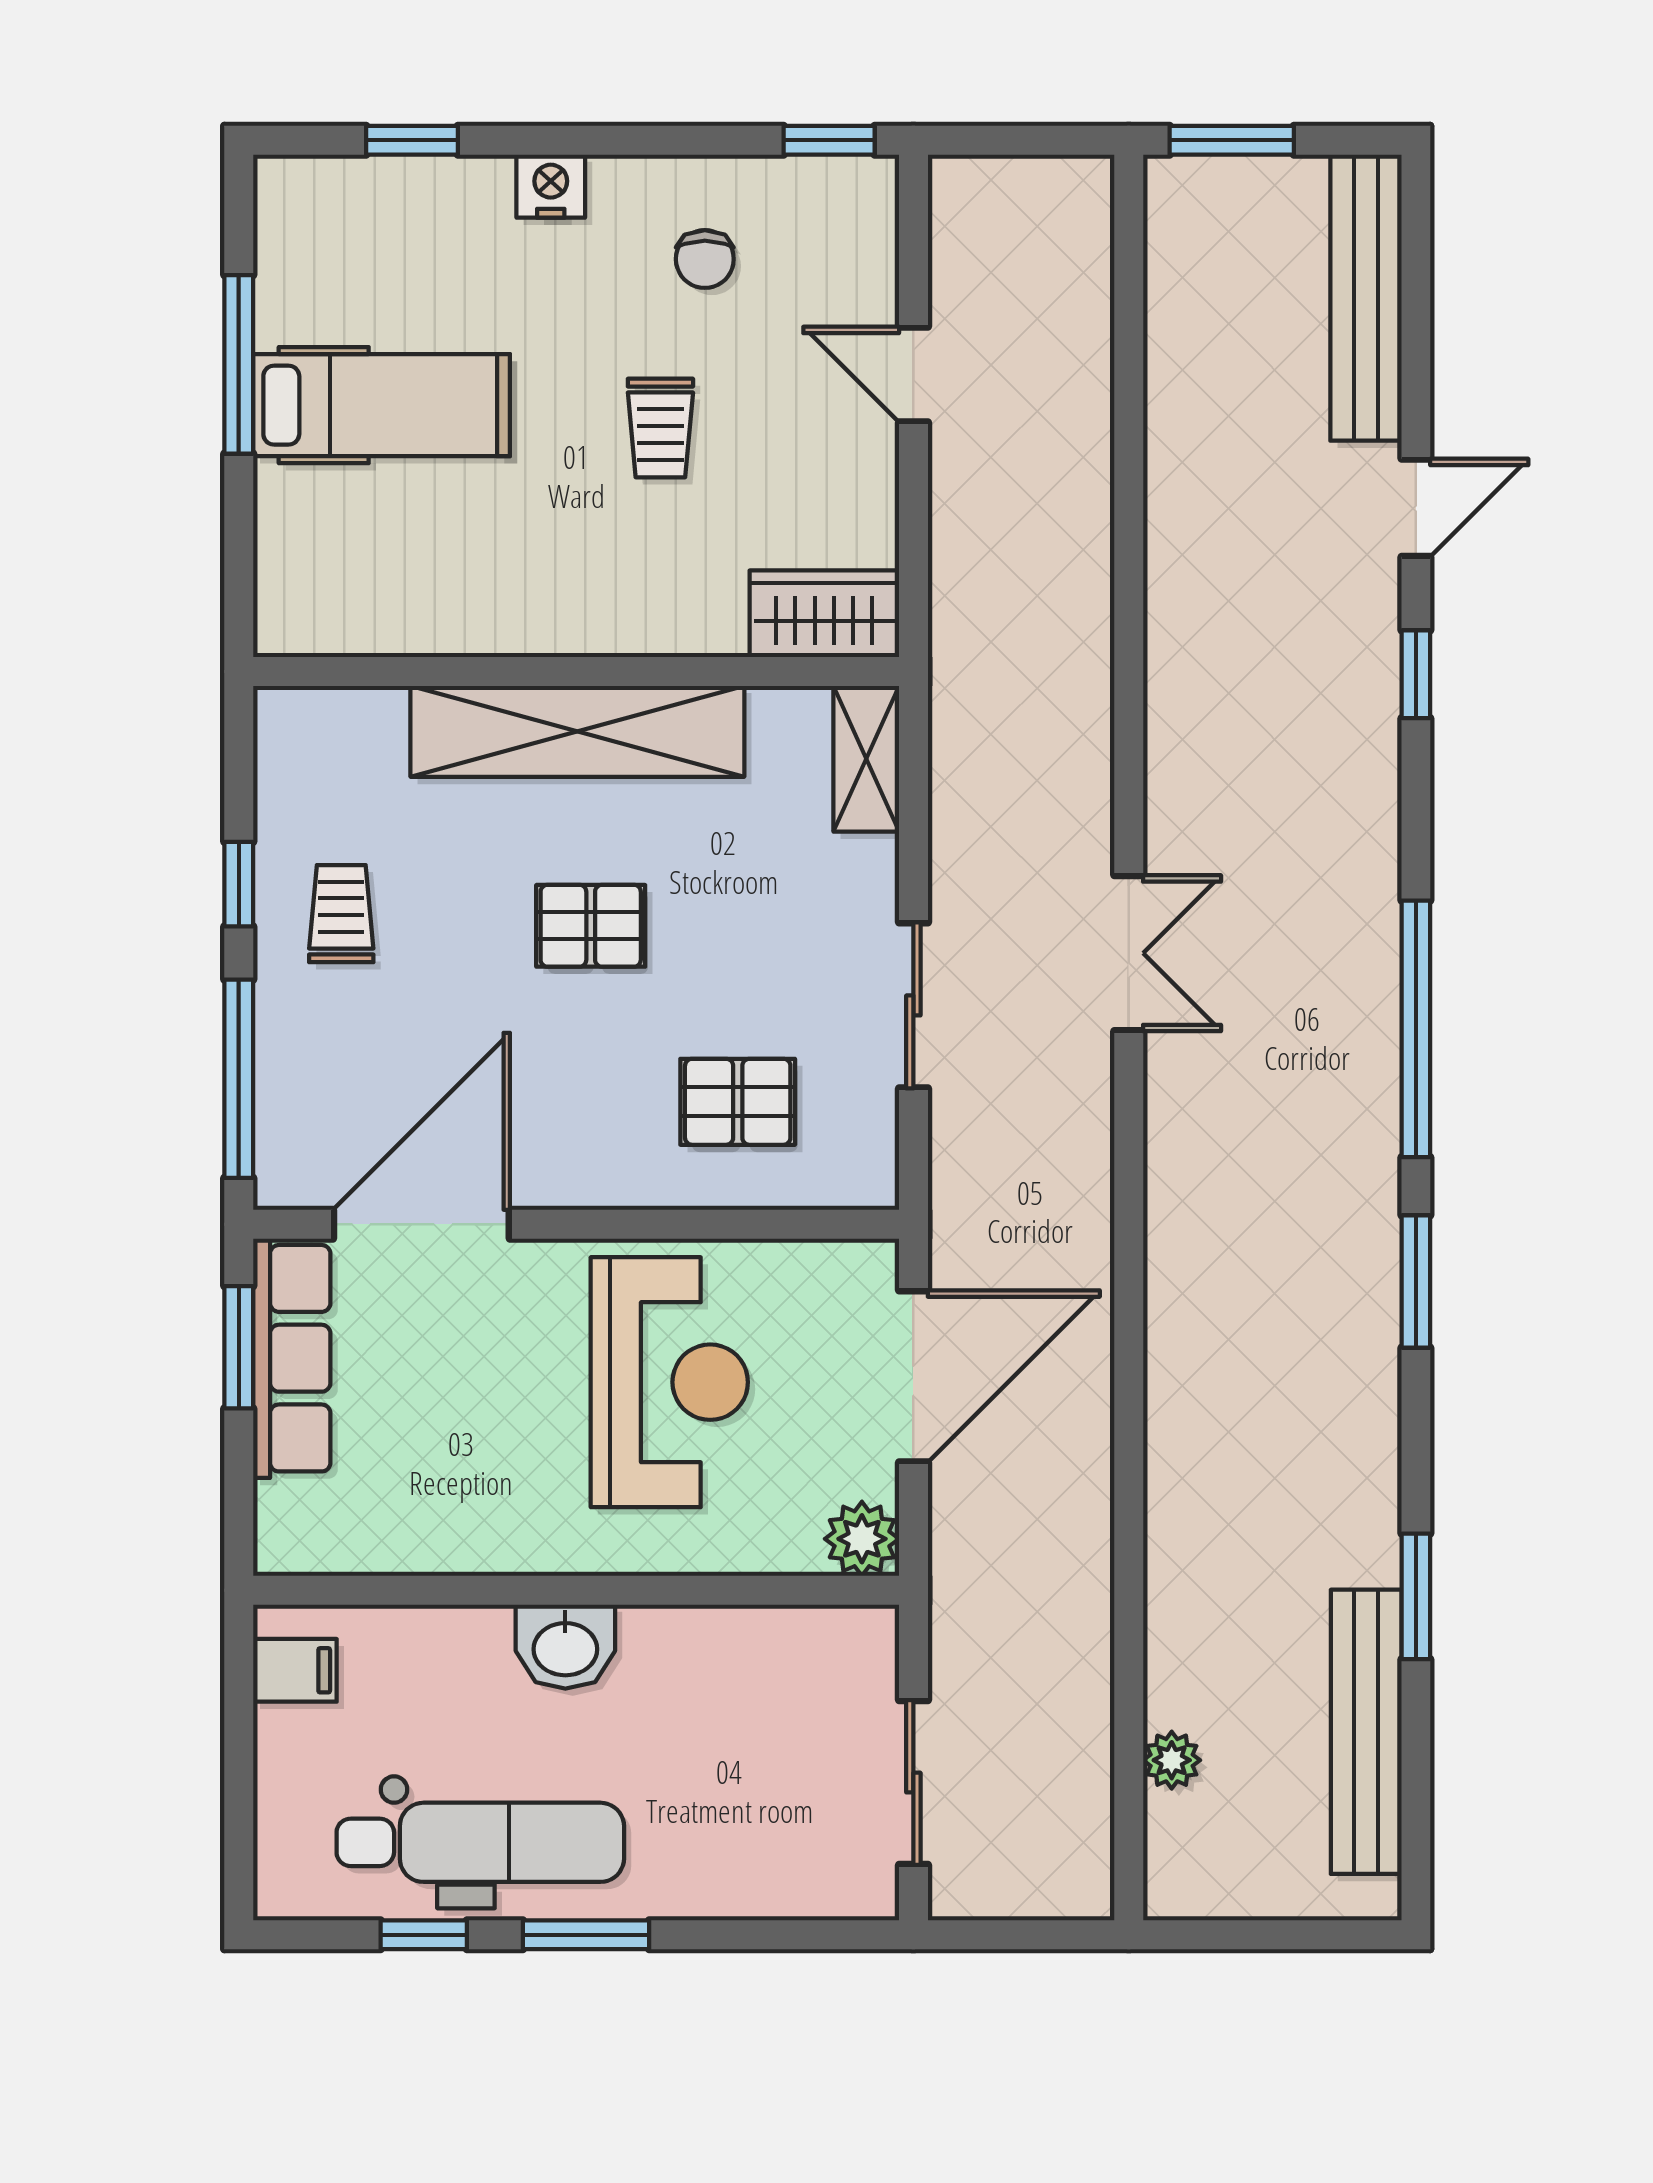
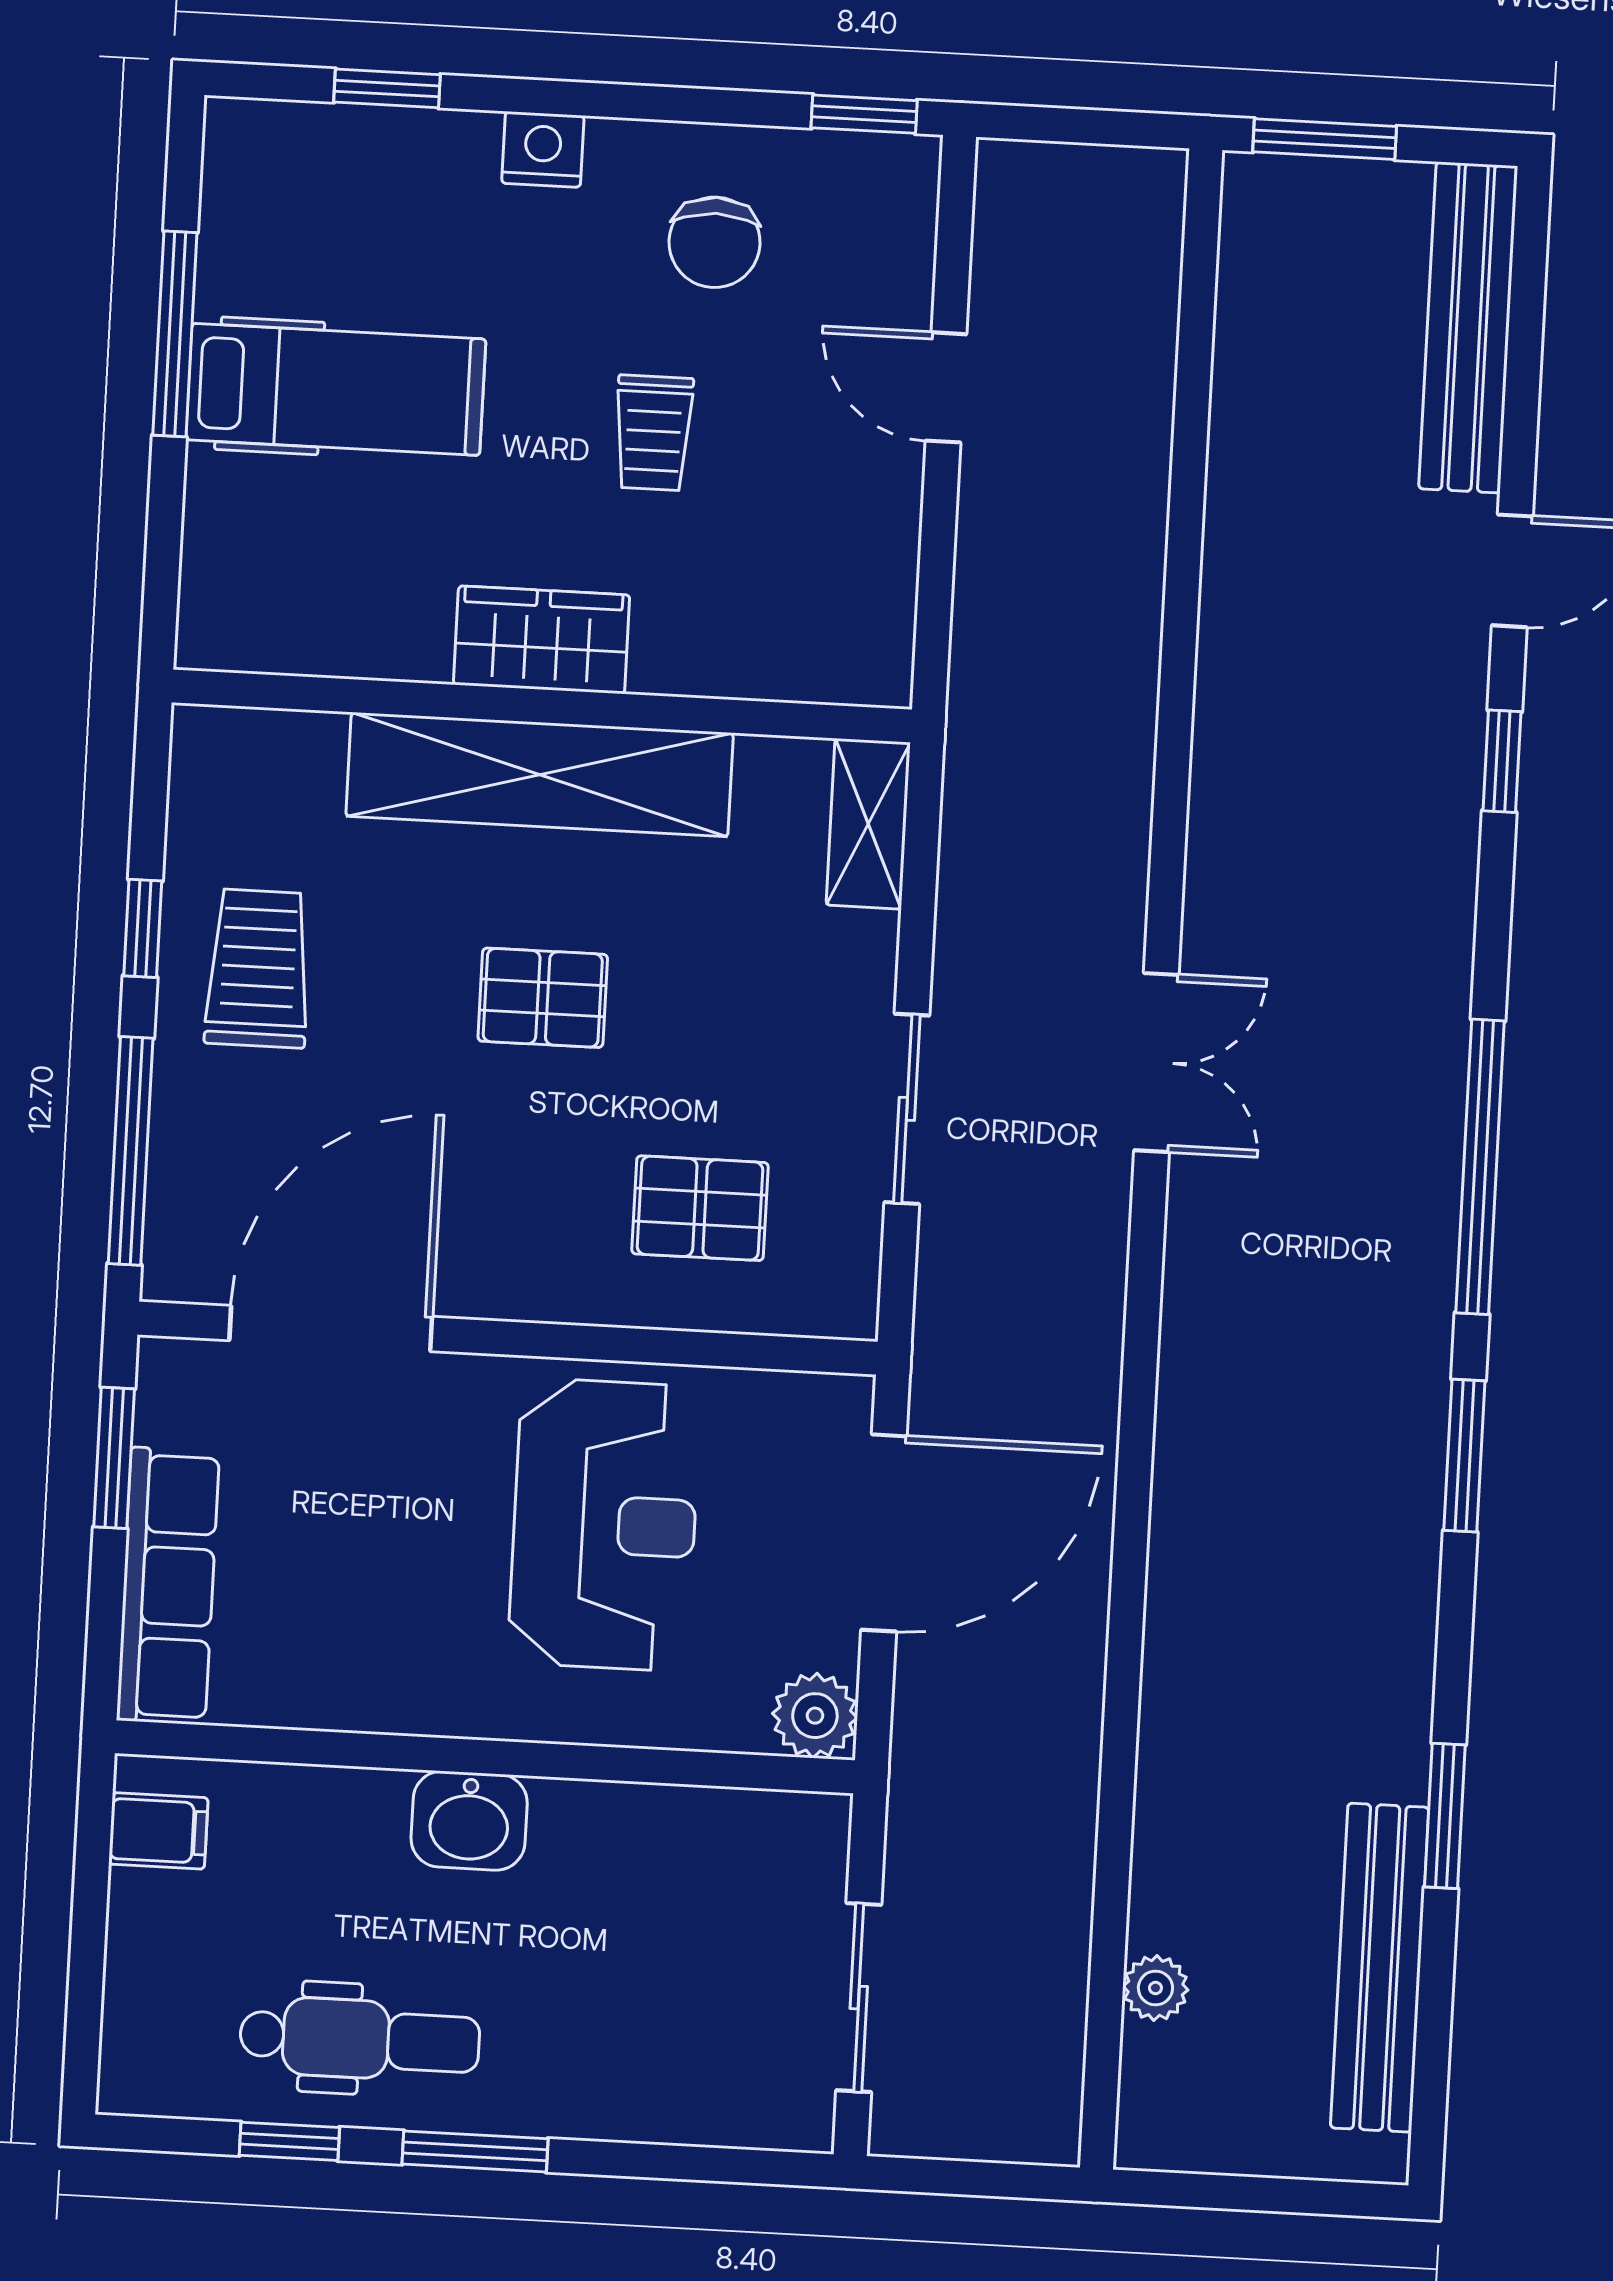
chair: (705, 259) -> (715, 242), width x1.37, depth x1.37
wardrobe: (824, 614) -> (542, 640), moved
trolley: (341, 914) -> (258, 968), width x1.36, depth x1.39
row of seats: (292, 1358) -> (168, 1586), moved
dental chair: (480, 1842) -> (360, 2039), width x0.73, depth x0.72

